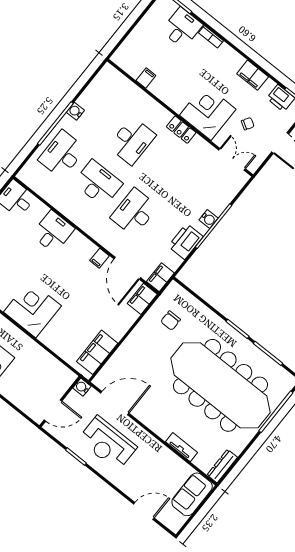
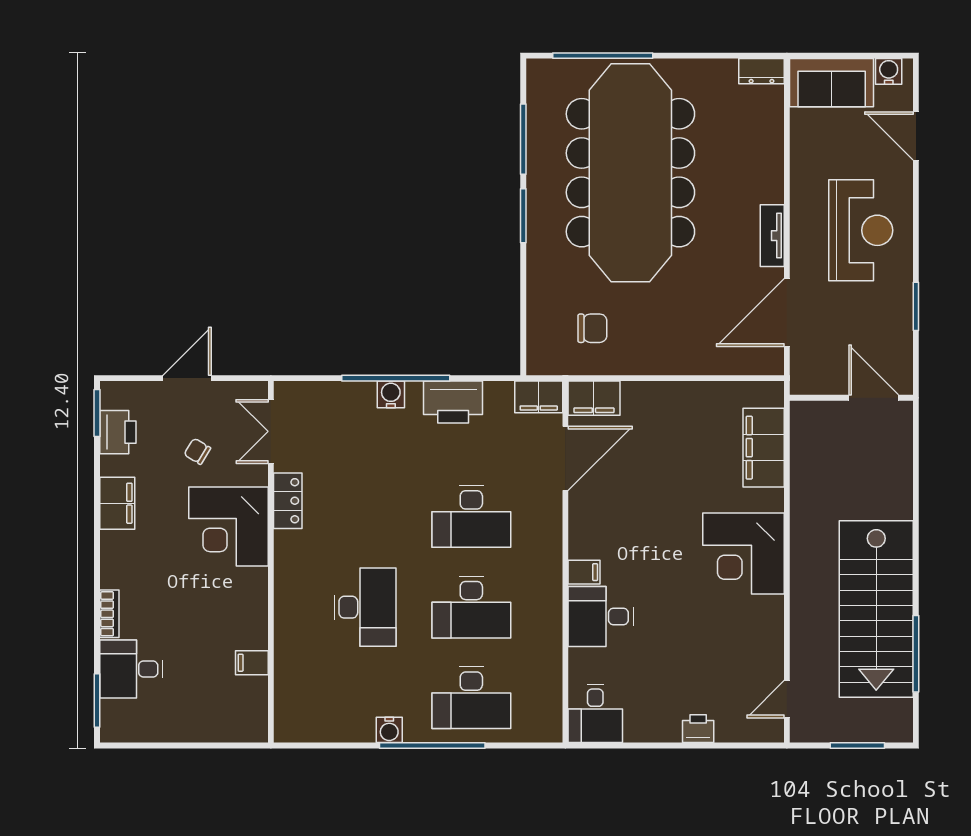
locker: (181, 130) -> (288, 501), moved
desk: (132, 141) -> (365, 607), turned 90
desk: (98, 183) -> (471, 607), turned -90
filing cabinet: (99, 258) -> (584, 572), moved
filing cabinet: (97, 352) -> (764, 448), moved, turned 90
water cooler: (82, 387) -> (889, 71), moved, turned 180
door: (115, 403) -> (787, 313), hinge flipped
reception desk: (107, 443) -> (861, 230), moved
tv unit: (182, 447) -> (772, 236), moved
dresser: (222, 466) -> (761, 71), width x0.70

